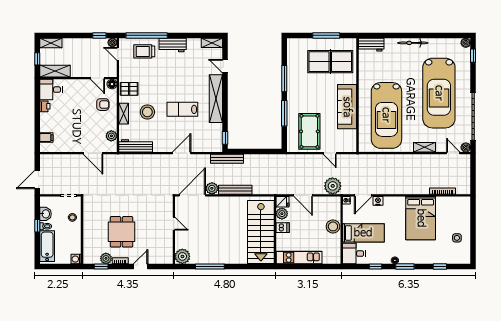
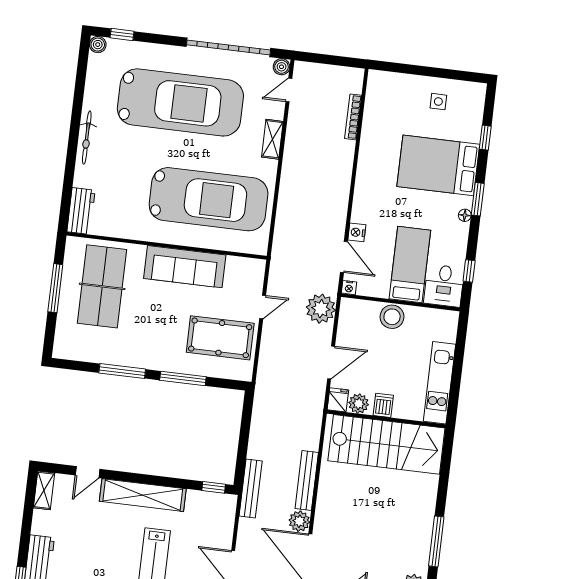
bed: (421, 218) -> (438, 165), moved, turned 180
window: (375, 267) -> (469, 271), moved

